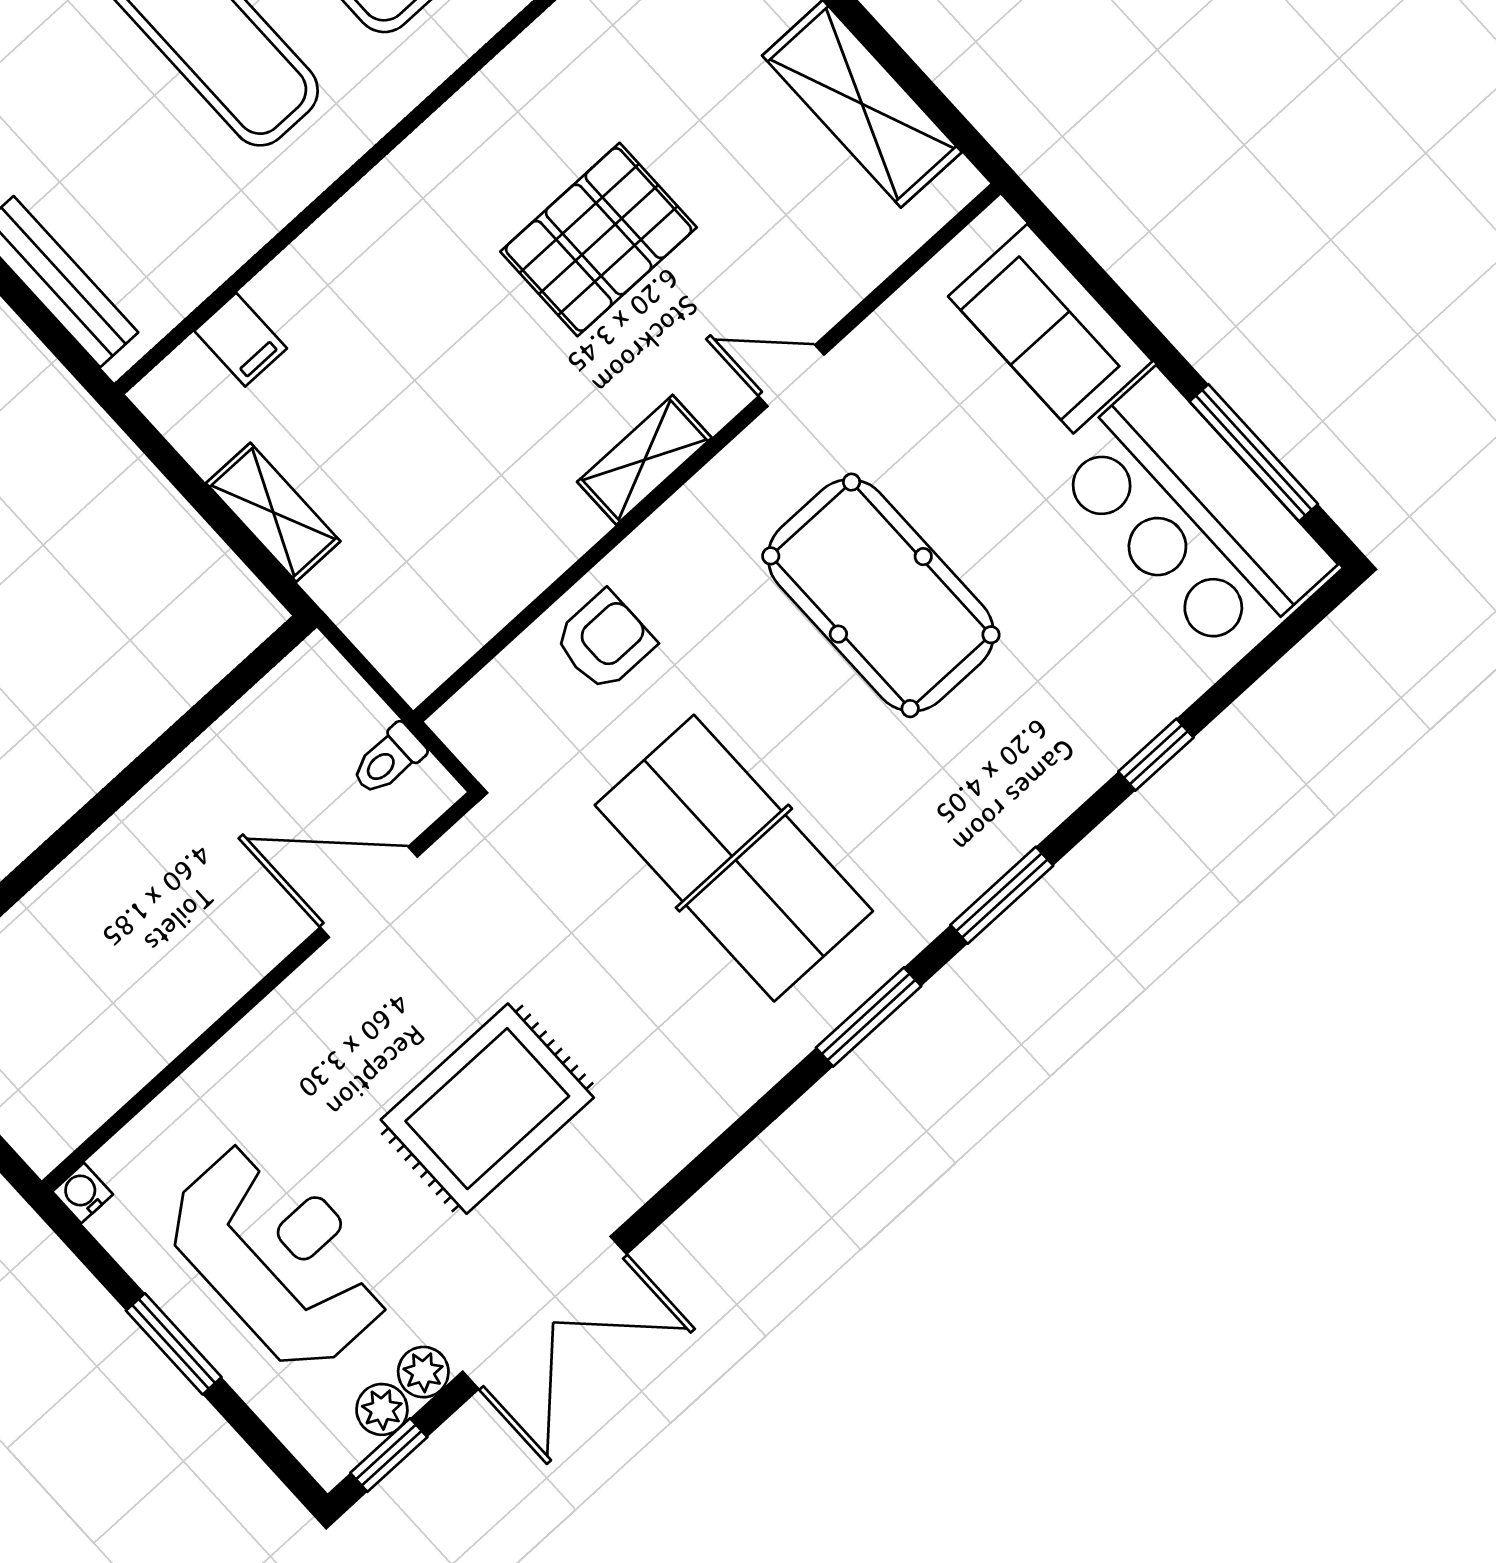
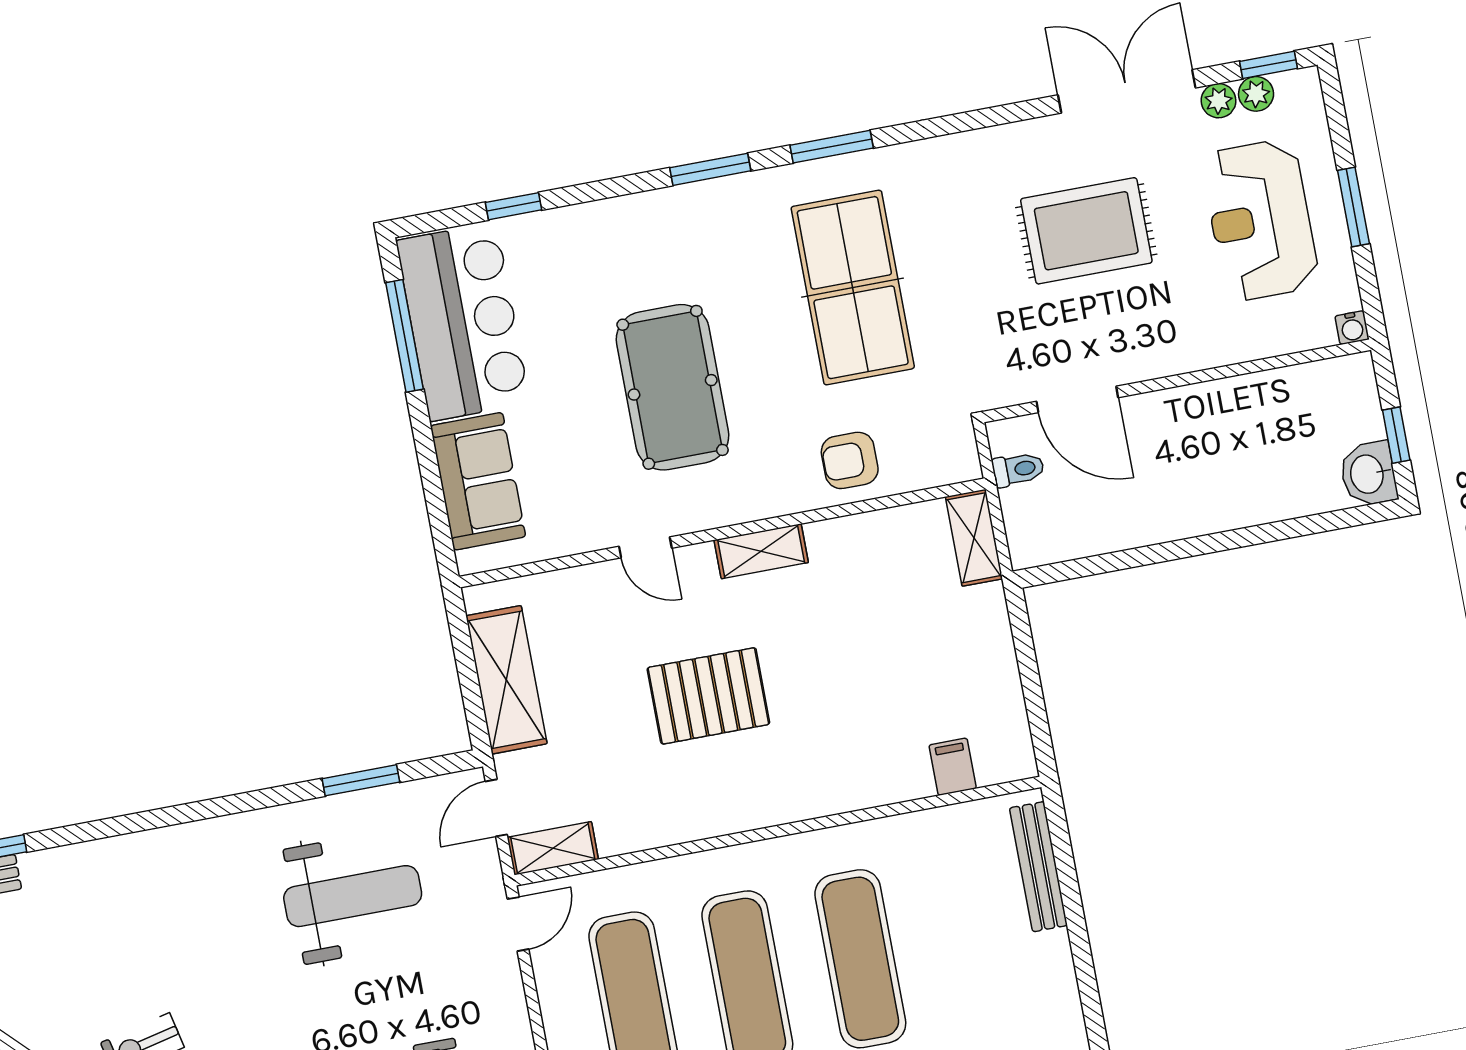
shelving: (273, 512) -> (974, 538), moved
window: (1156, 755) -> (514, 206), moved

